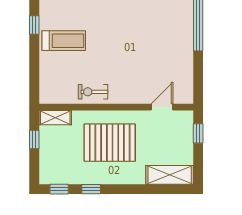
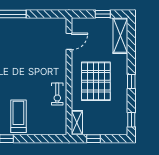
door: (162, 107) -> (69, 41), swing flipped
window: (198, 133) -> (103, 14), moved
window: (91, 189) -> (131, 82), moved

